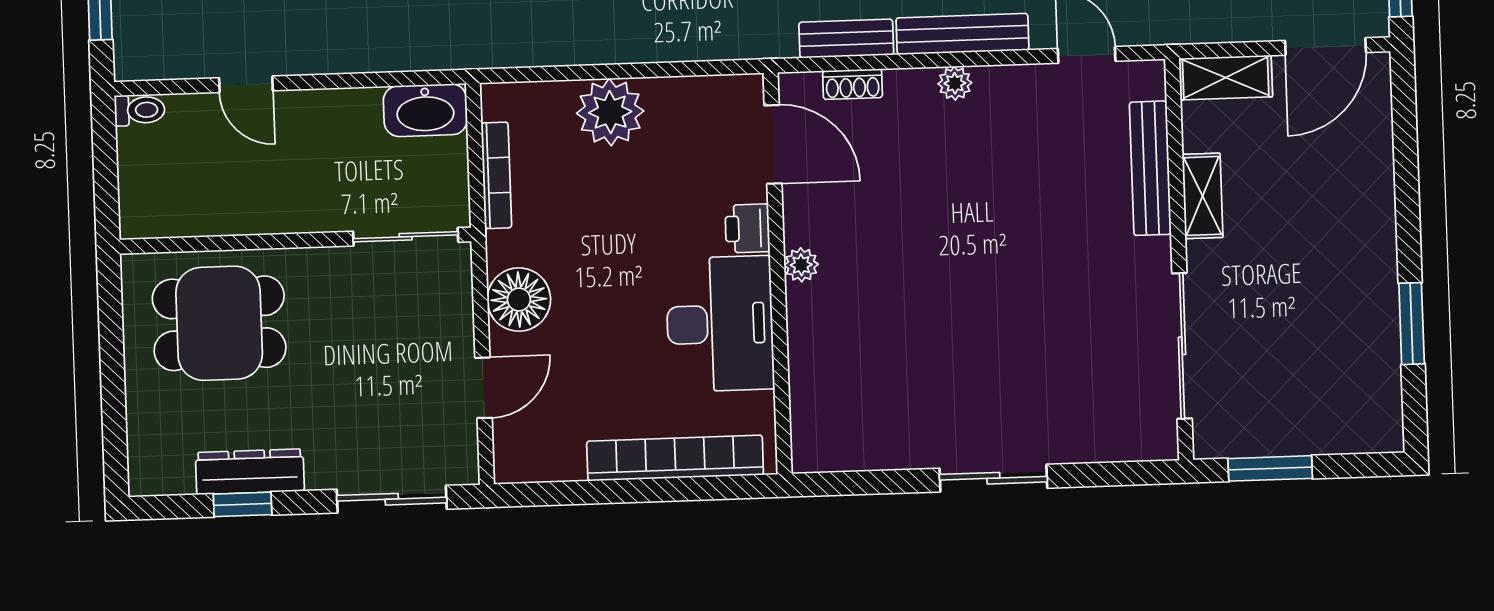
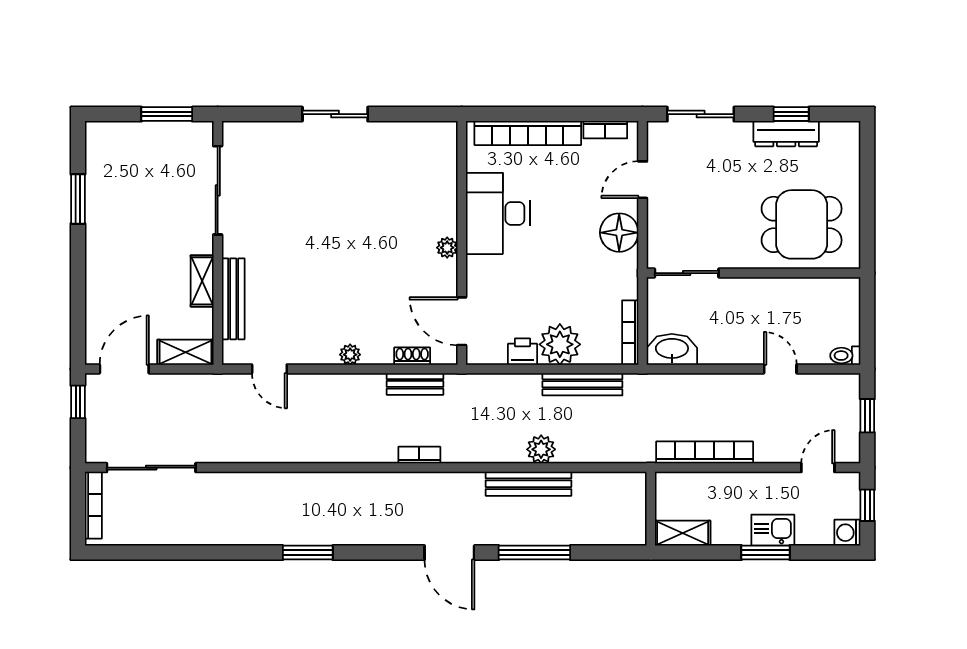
bench: (962, 34) -> (582, 384), moved
bookcase: (496, 175) -> (630, 332), moved
printer: (747, 228) -> (523, 352), moved, turned -90
bookcase: (548, 468) -> (605, 130), added

